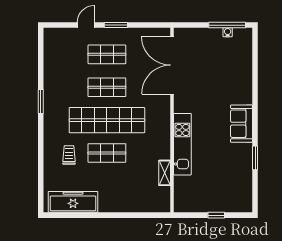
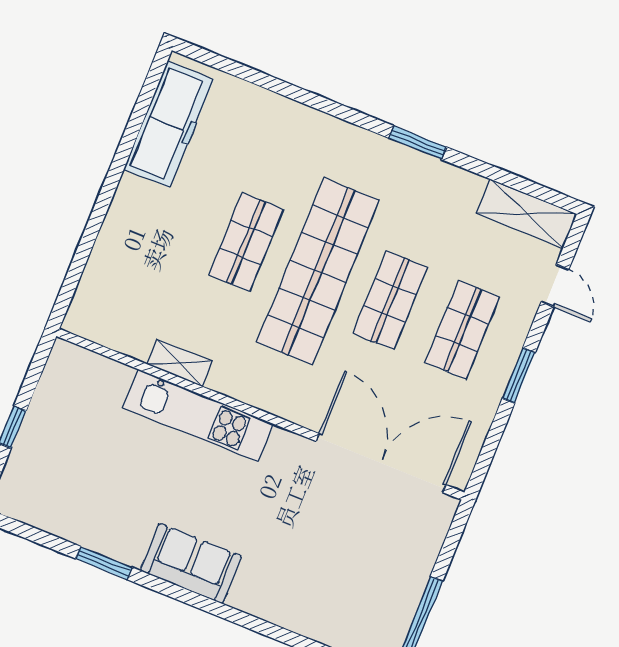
door: (86, 25) -> (555, 286), moved
water cooler: (228, 32) -> (404, 614), removed
shelving: (51, 48) -> (527, 214), added
trolley: (69, 155) -> (275, 157), removed
shelving: (165, 173) -> (180, 363), moved

